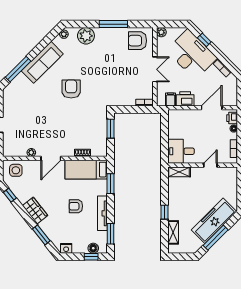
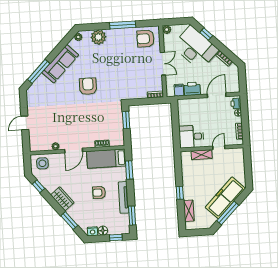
shelving: (179, 172) -> (202, 155), moved
floor lamp: (93, 248) -> (103, 231), moved

